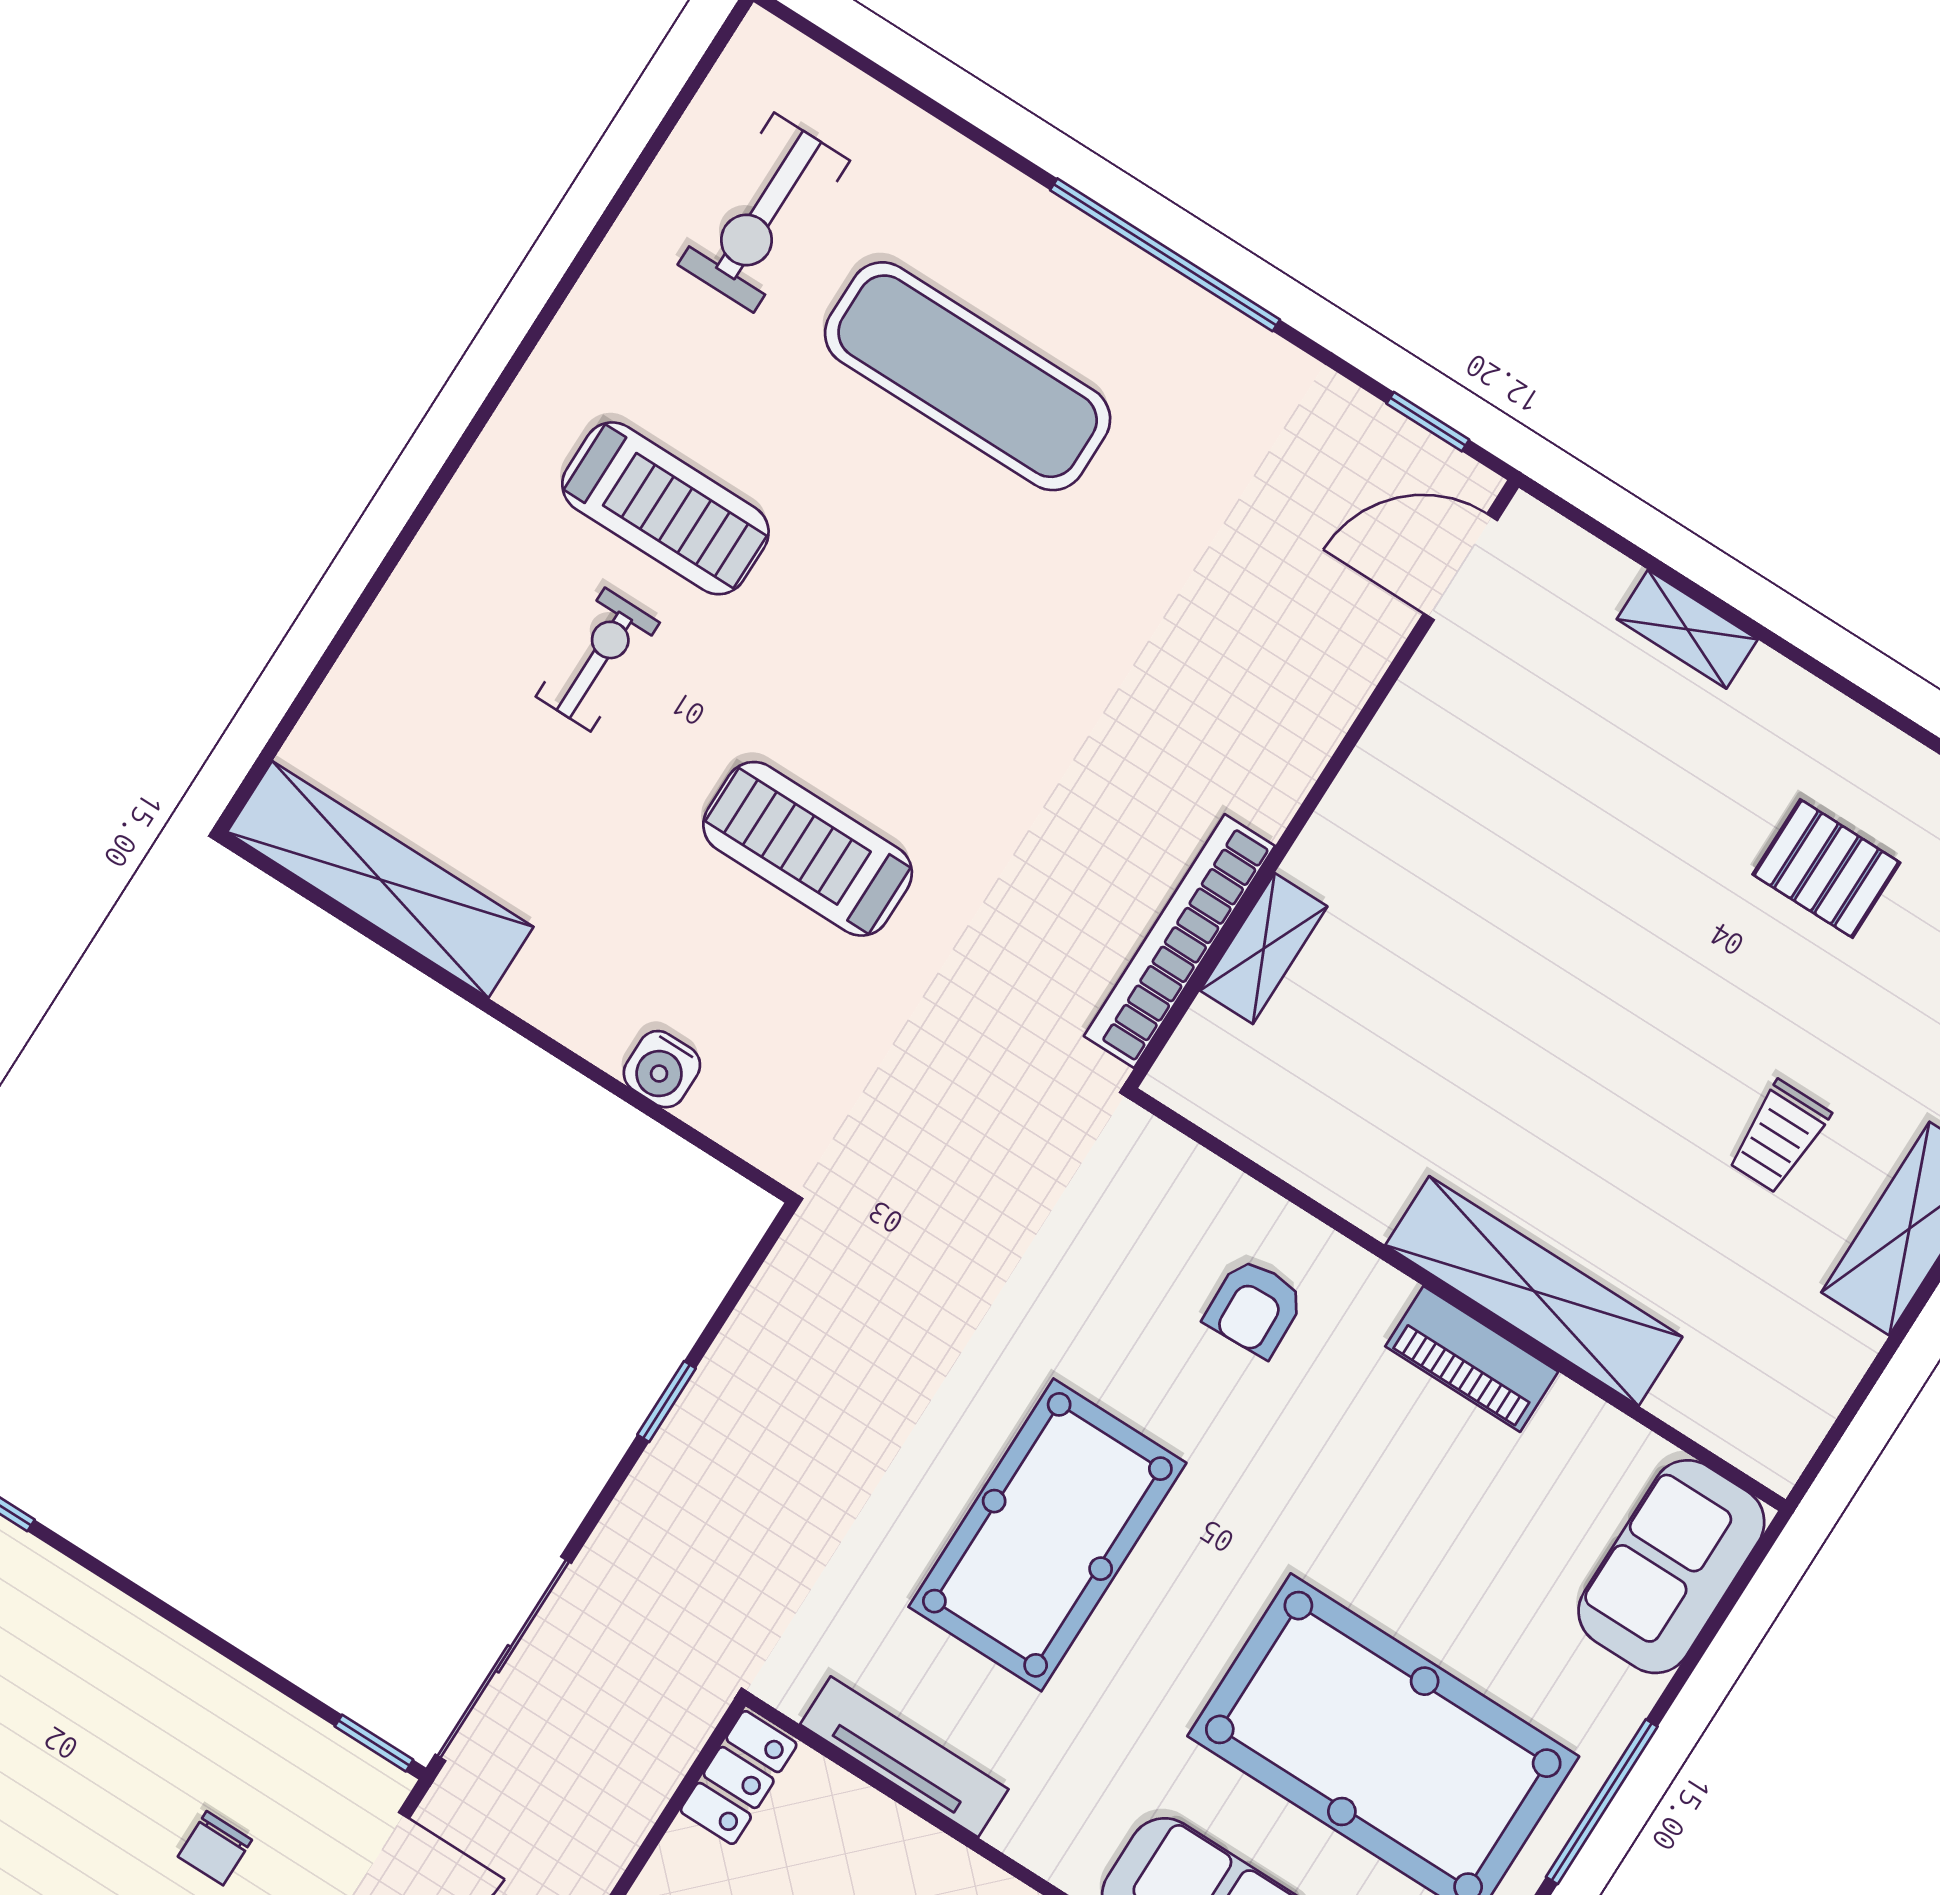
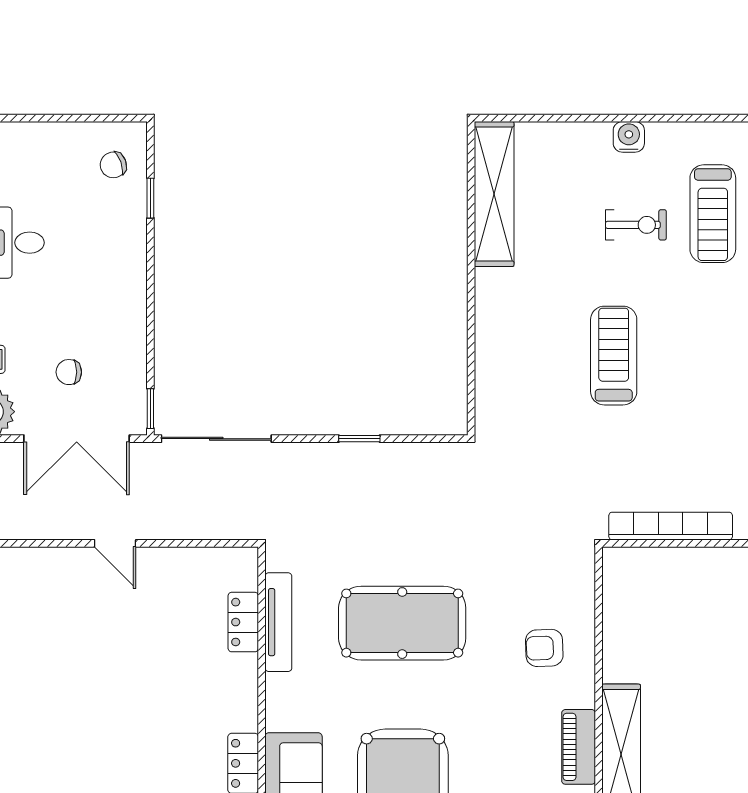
shelving: (1264, 949) -> (689, 561), removed
water cooler: (662, 1069) -> (629, 137), moved, turned 90
locker: (739, 1778) -> (243, 622), moved, turned 90

